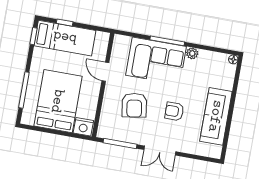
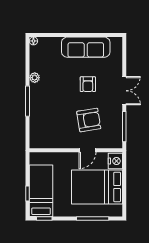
corner sofa: (156, 61) -> (47, 108), removed
door: (105, 72) -> (87, 150), moved

